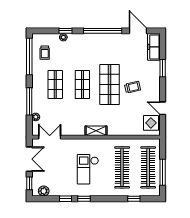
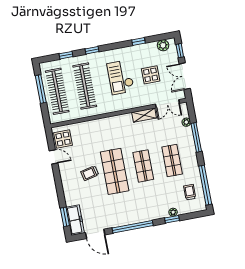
window: (163, 68) -> (65, 217), moved
shelving: (96, 131) -> (144, 115), moved
display table: (60, 166) -> (151, 75), added
checkout: (88, 169) -> (121, 77), turned 180
window: (84, 199) -> (92, 50), moved

